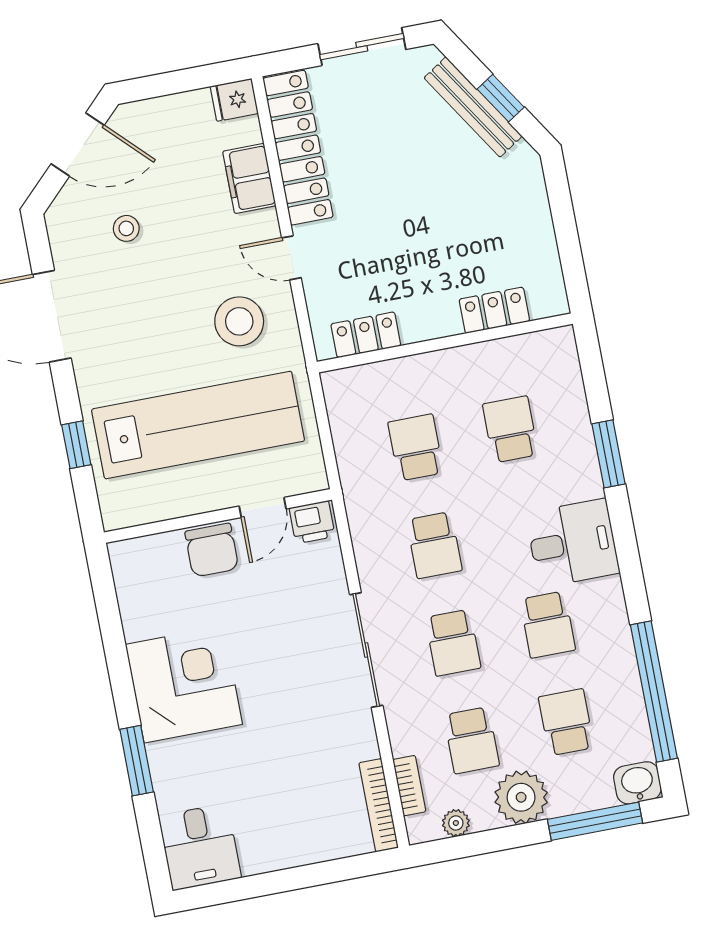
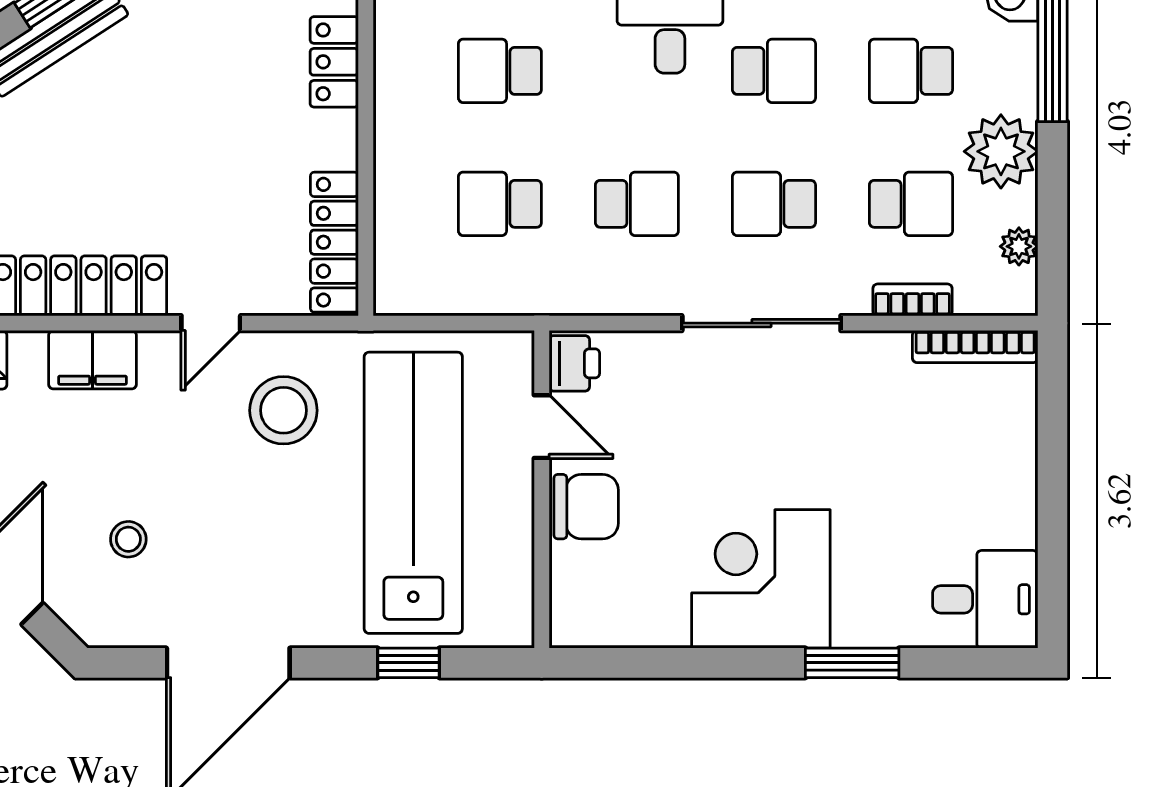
locker: (366, 335) -> (334, 242), width x1.53
school desk: (453, 643) -> (774, 204), turned 180
bookcase: (409, 786) -> (913, 300), moved

